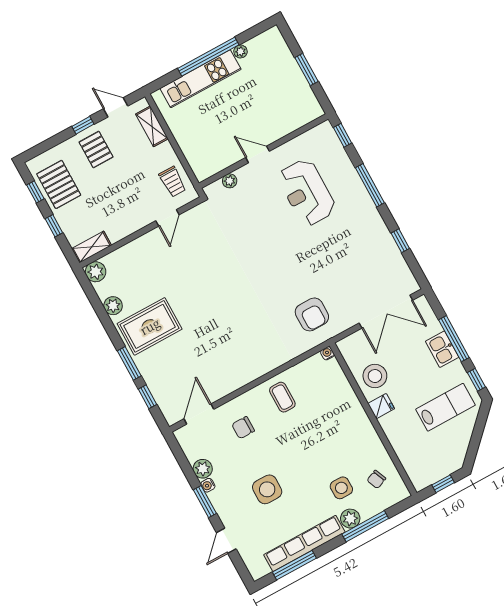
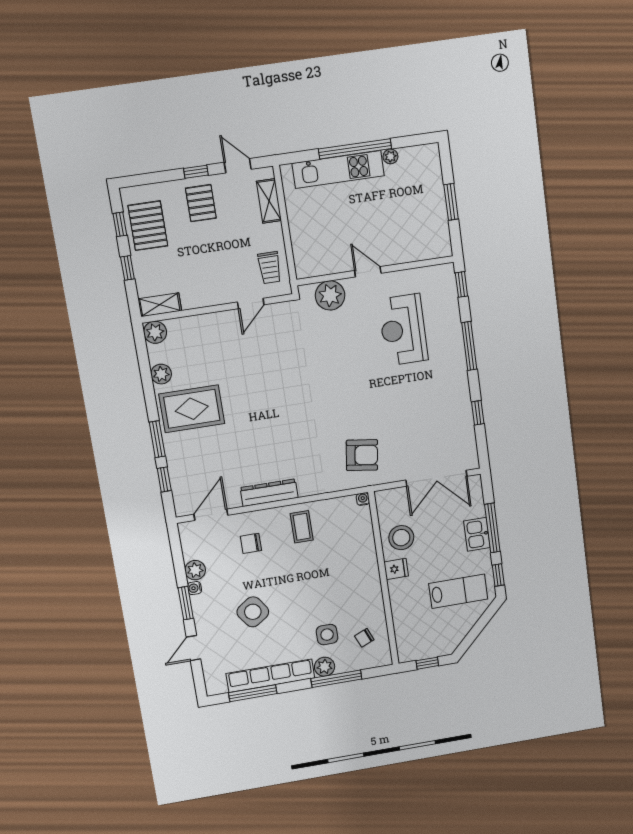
plant: (230, 181) -> (330, 295), width x1.88, depth x1.88
armchair: (312, 314) -> (362, 455), turned -82
dresser: (243, 377) -> (269, 493), added
side table: (267, 489) -> (253, 612), turned -35

